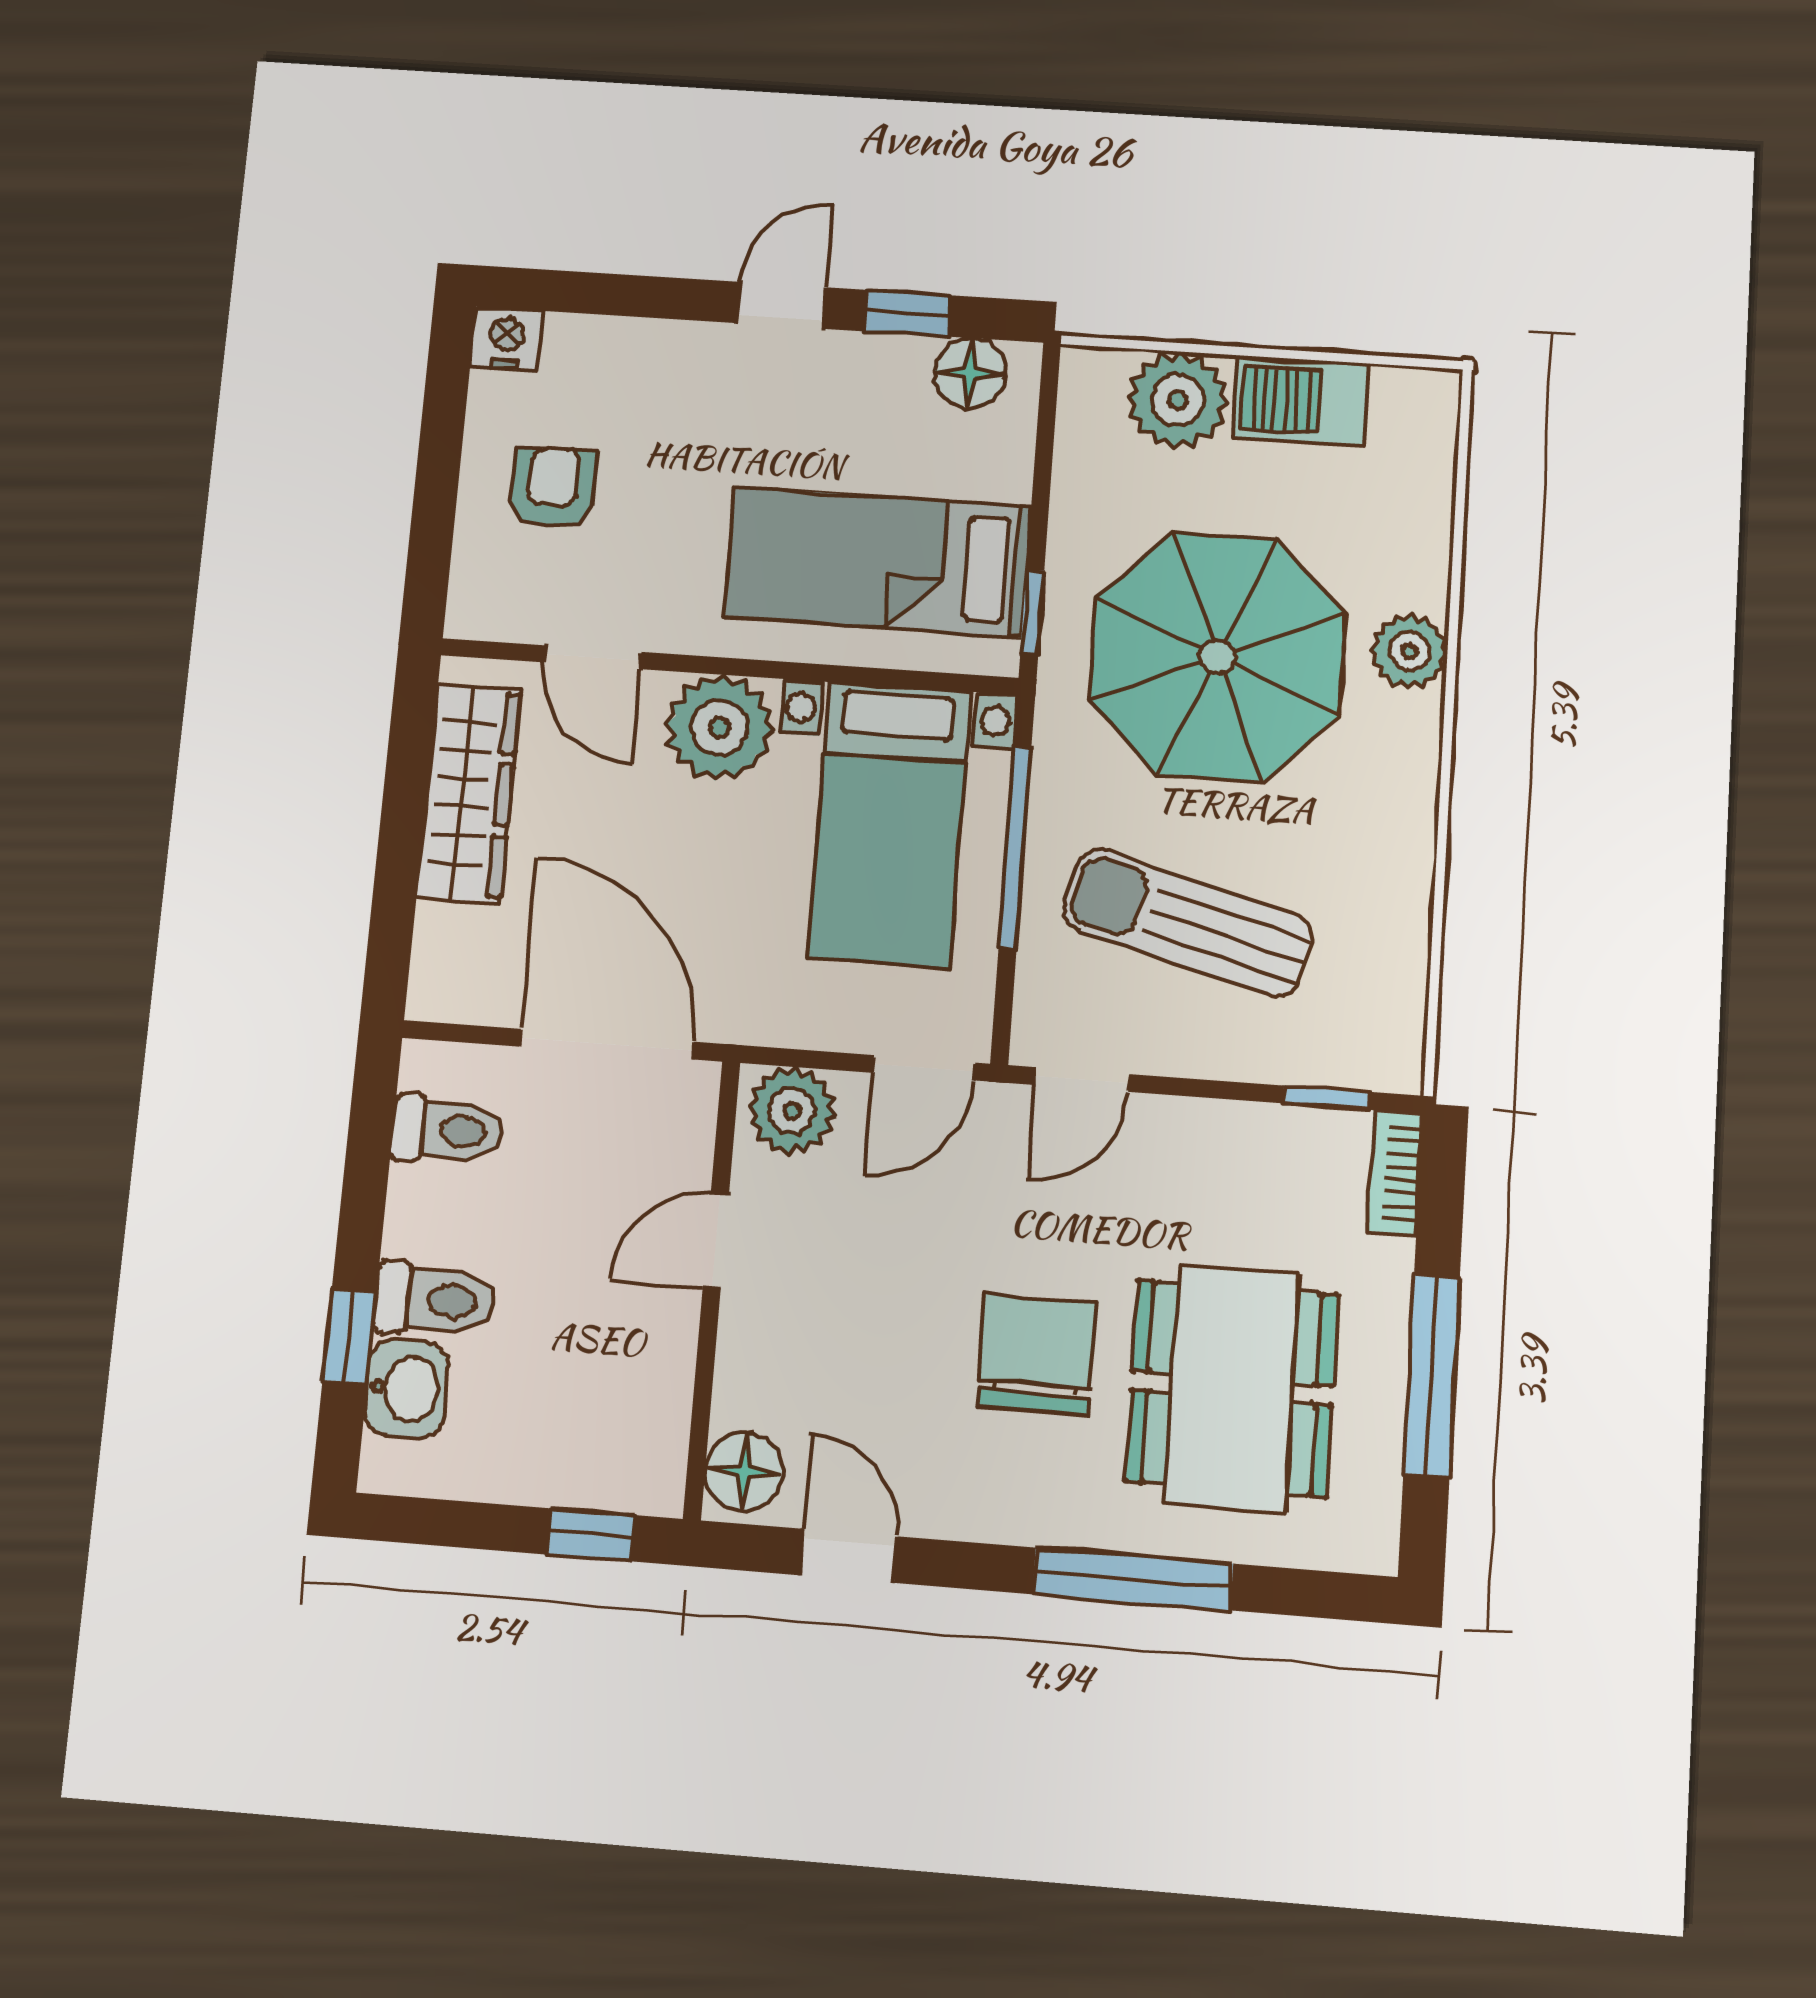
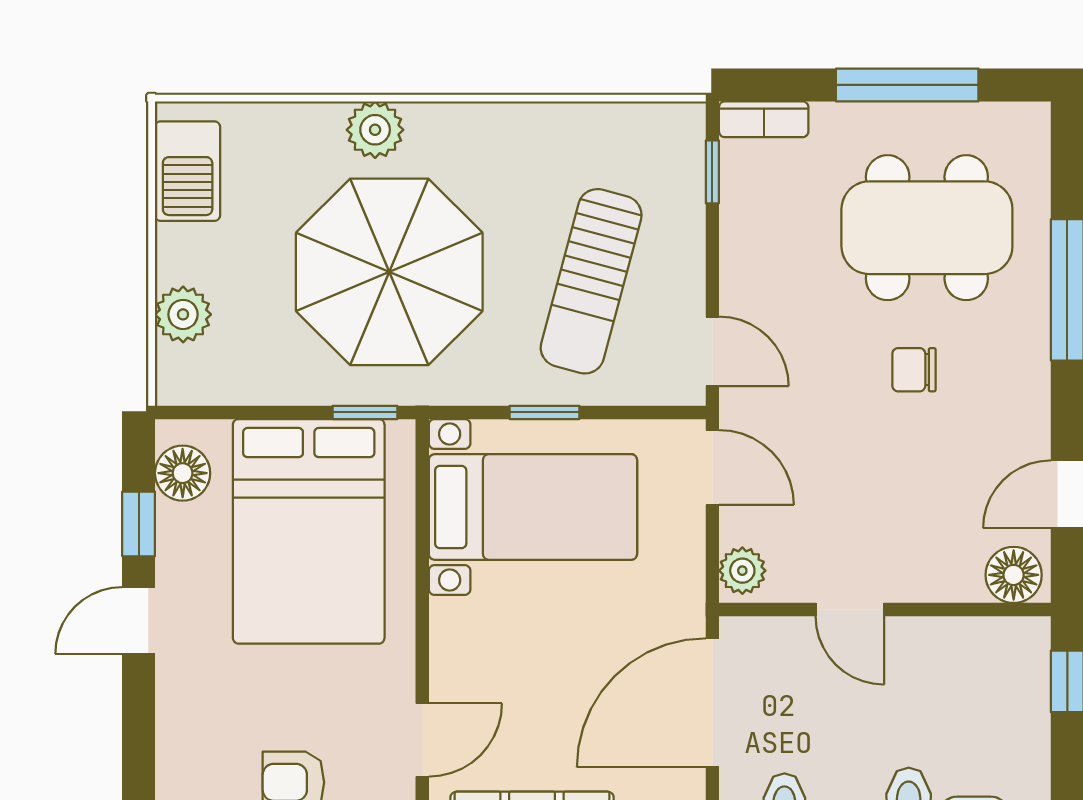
door: (782, 305) -> (139, 620), hinge flipped
plant: (1178, 400) -> (183, 314), width x0.73, depth x0.73
barbecue: (1300, 401) -> (188, 171), moved
bed: (878, 562) -> (309, 531), width x1.50
plant: (719, 728) -> (469, 640), removed
window: (1015, 848) -> (544, 412), width x0.46
plant: (792, 1111) -> (742, 571), width x0.73, depth x0.73
chair: (1037, 1355) -> (914, 370), width x0.54, depth x0.54

